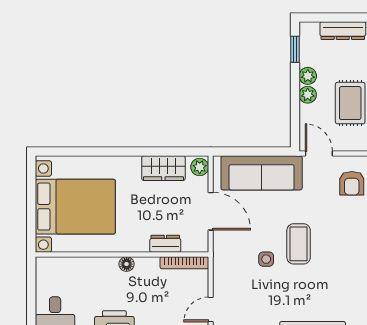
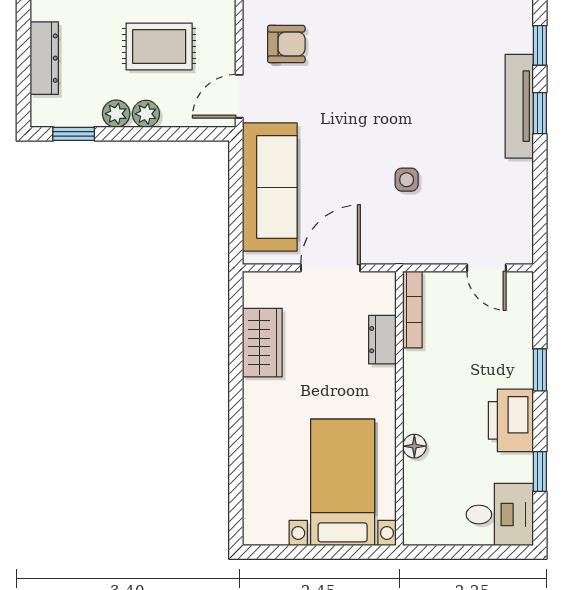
plant: (200, 167) -> (261, 285), removed
bed with nightstands: (75, 207) -> (343, 482), width x0.73
coffee table: (299, 244) -> (382, 128), removed
floor lamp: (127, 264) -> (414, 446), moved

